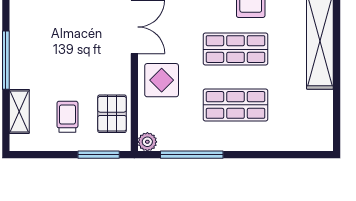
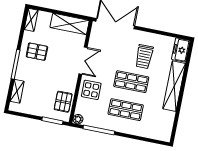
pallet: (42, 27) -> (37, 52), added
trolley: (67, 117) -> (41, 99), removed

